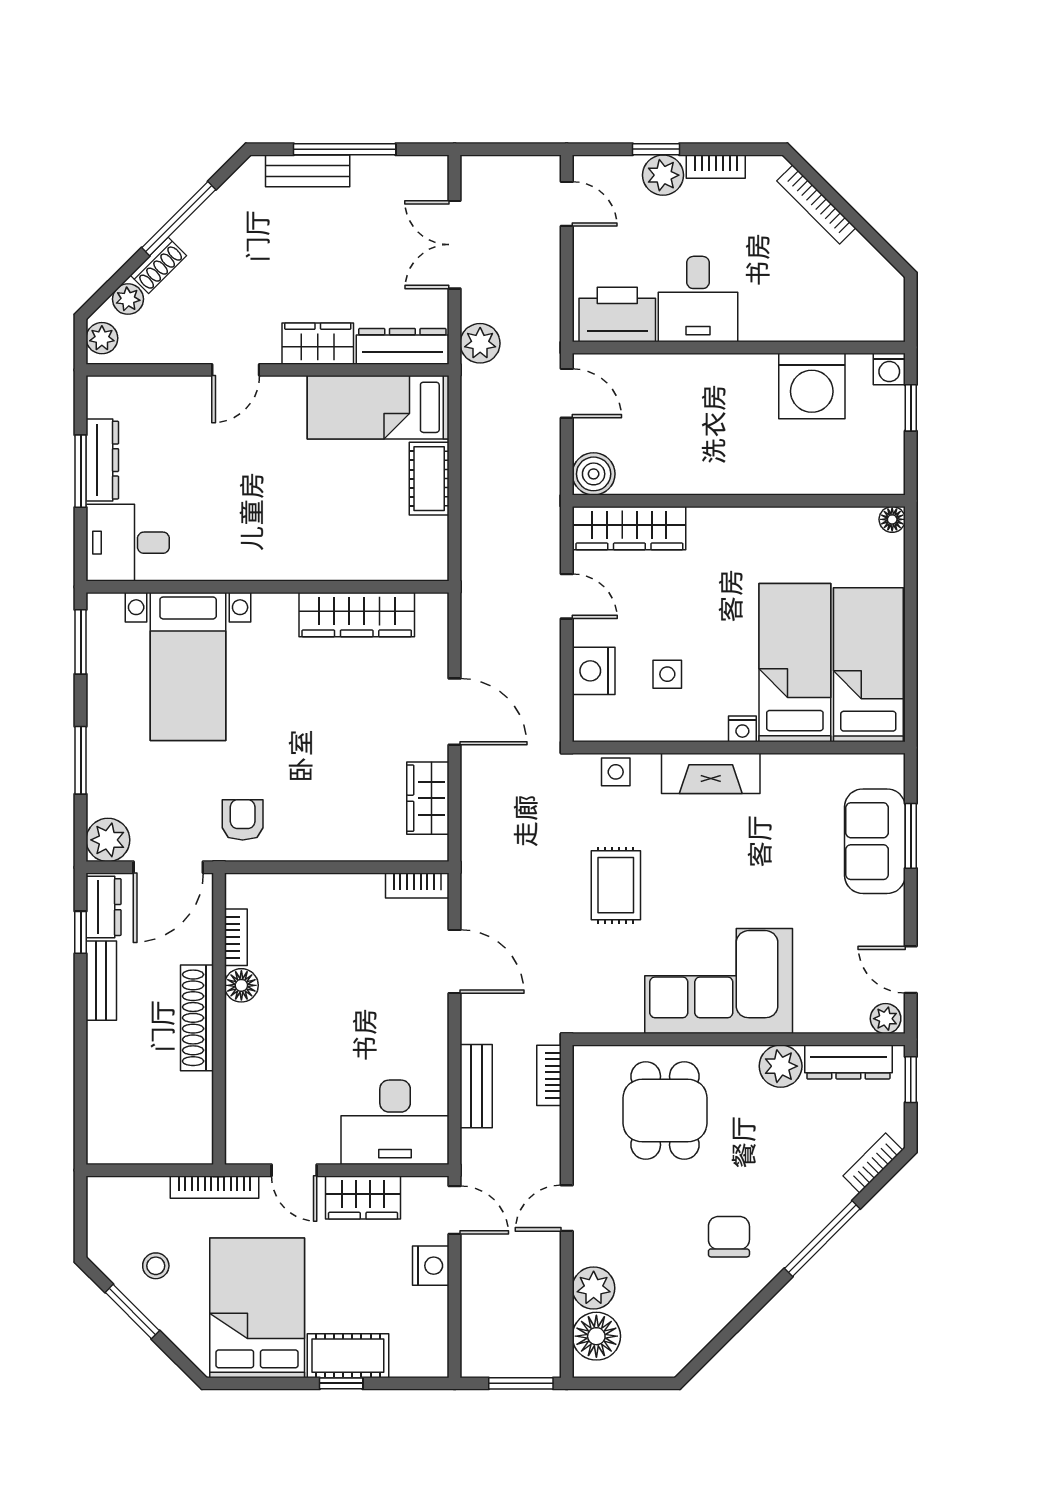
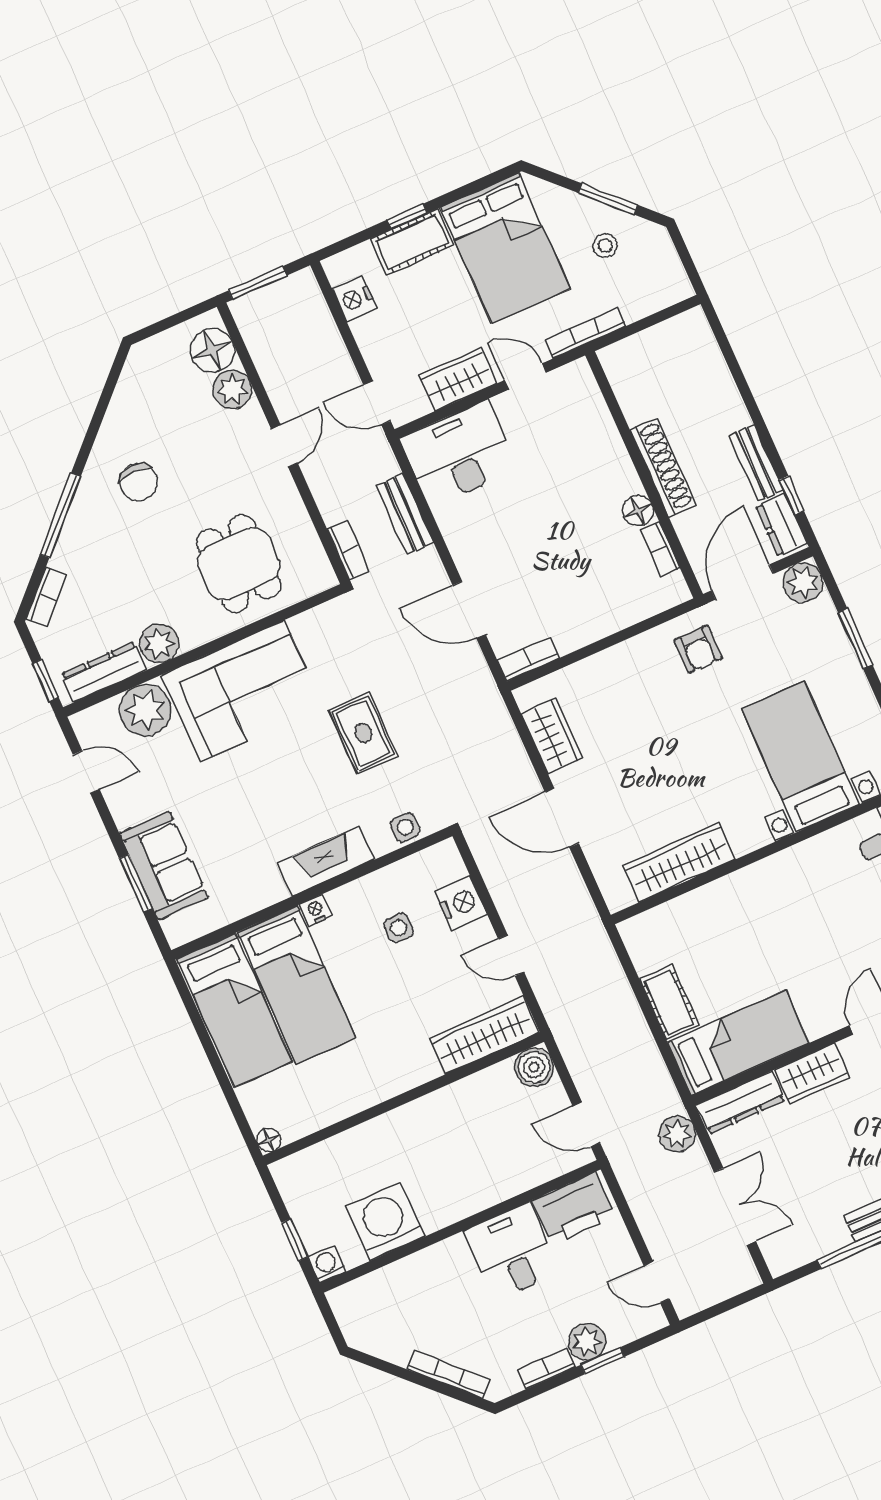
plant: (886, 1019) -> (145, 710), moved, width x1.88, depth x1.88
nightstand: (431, 1266) -> (355, 299), moved

